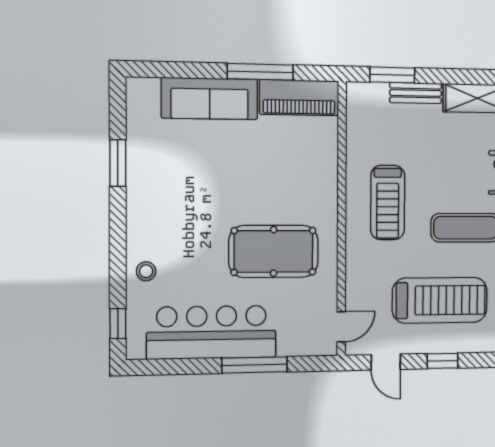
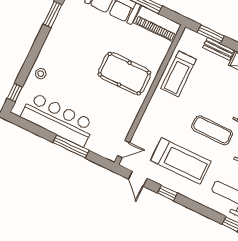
treadmill: (388, 203) -> (179, 74), moved
pool table: (274, 251) -> (124, 74), moved

